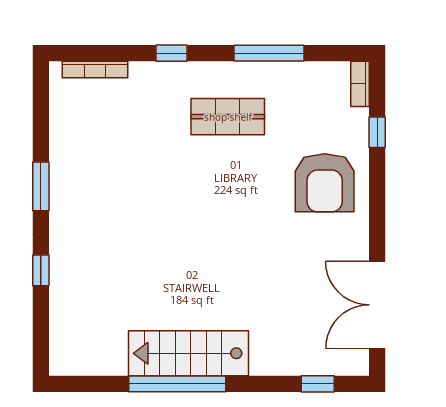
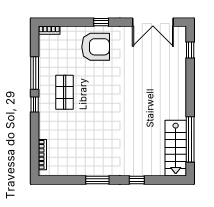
window: (171, 53) -> (35, 105), moved
window: (377, 132) -> (101, 22), moved
stairs: (188, 353) -> (176, 148), moved
window: (177, 384) -> (190, 139), moved

